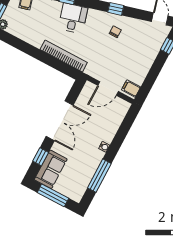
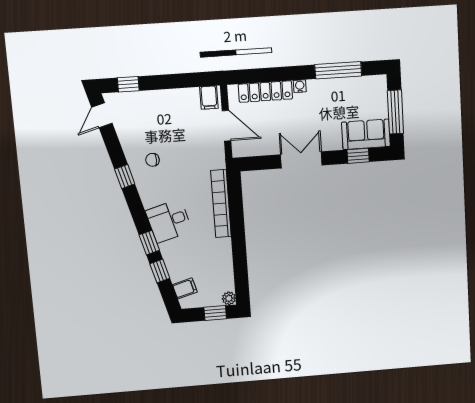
double door: (60, 121) -> (301, 160), width x0.73
locker: (114, 124) -> (265, 92), added

